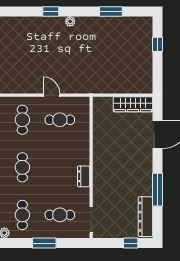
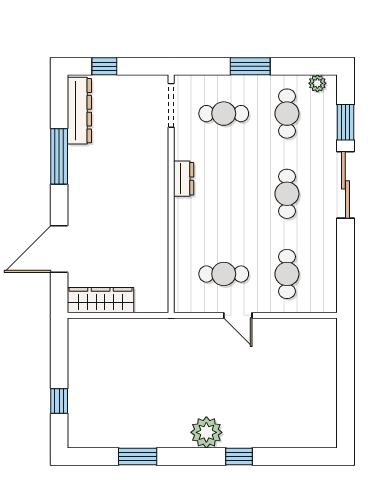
plant: (70, 21) -> (206, 432), width x1.88, depth x1.88

